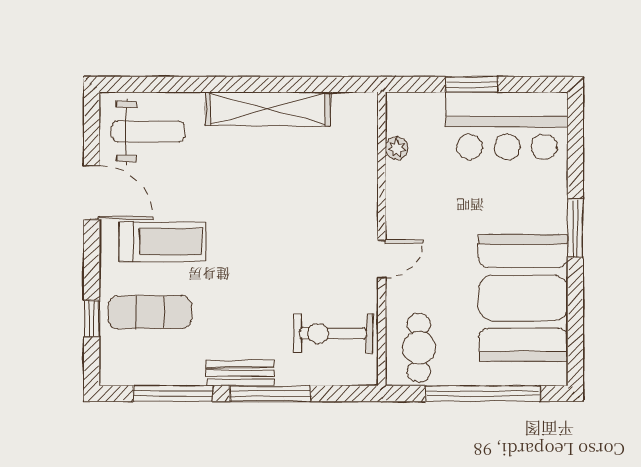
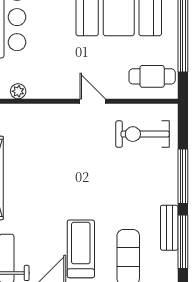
exercise bike: (333, 333) -> (142, 134), turned 90
bench: (240, 373) -> (169, 228), moved

